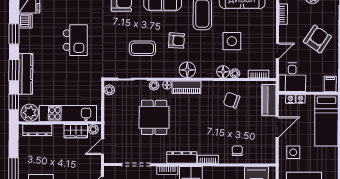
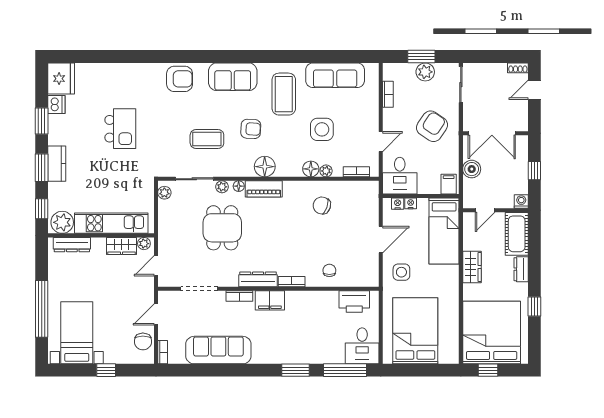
kitchen counter: (26, 74) -> (57, 164), width x0.67
piano: (269, 100) -> (370, 205), removed

